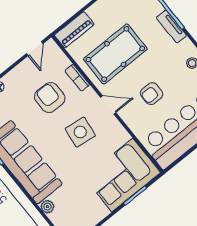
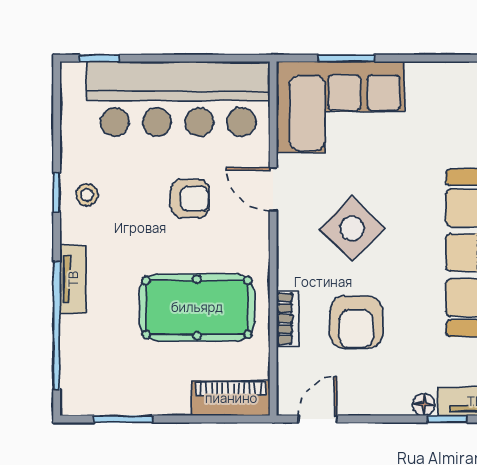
door: (108, 105) -> (273, 189), moved
side table: (80, 132) -> (352, 229), turned 37

